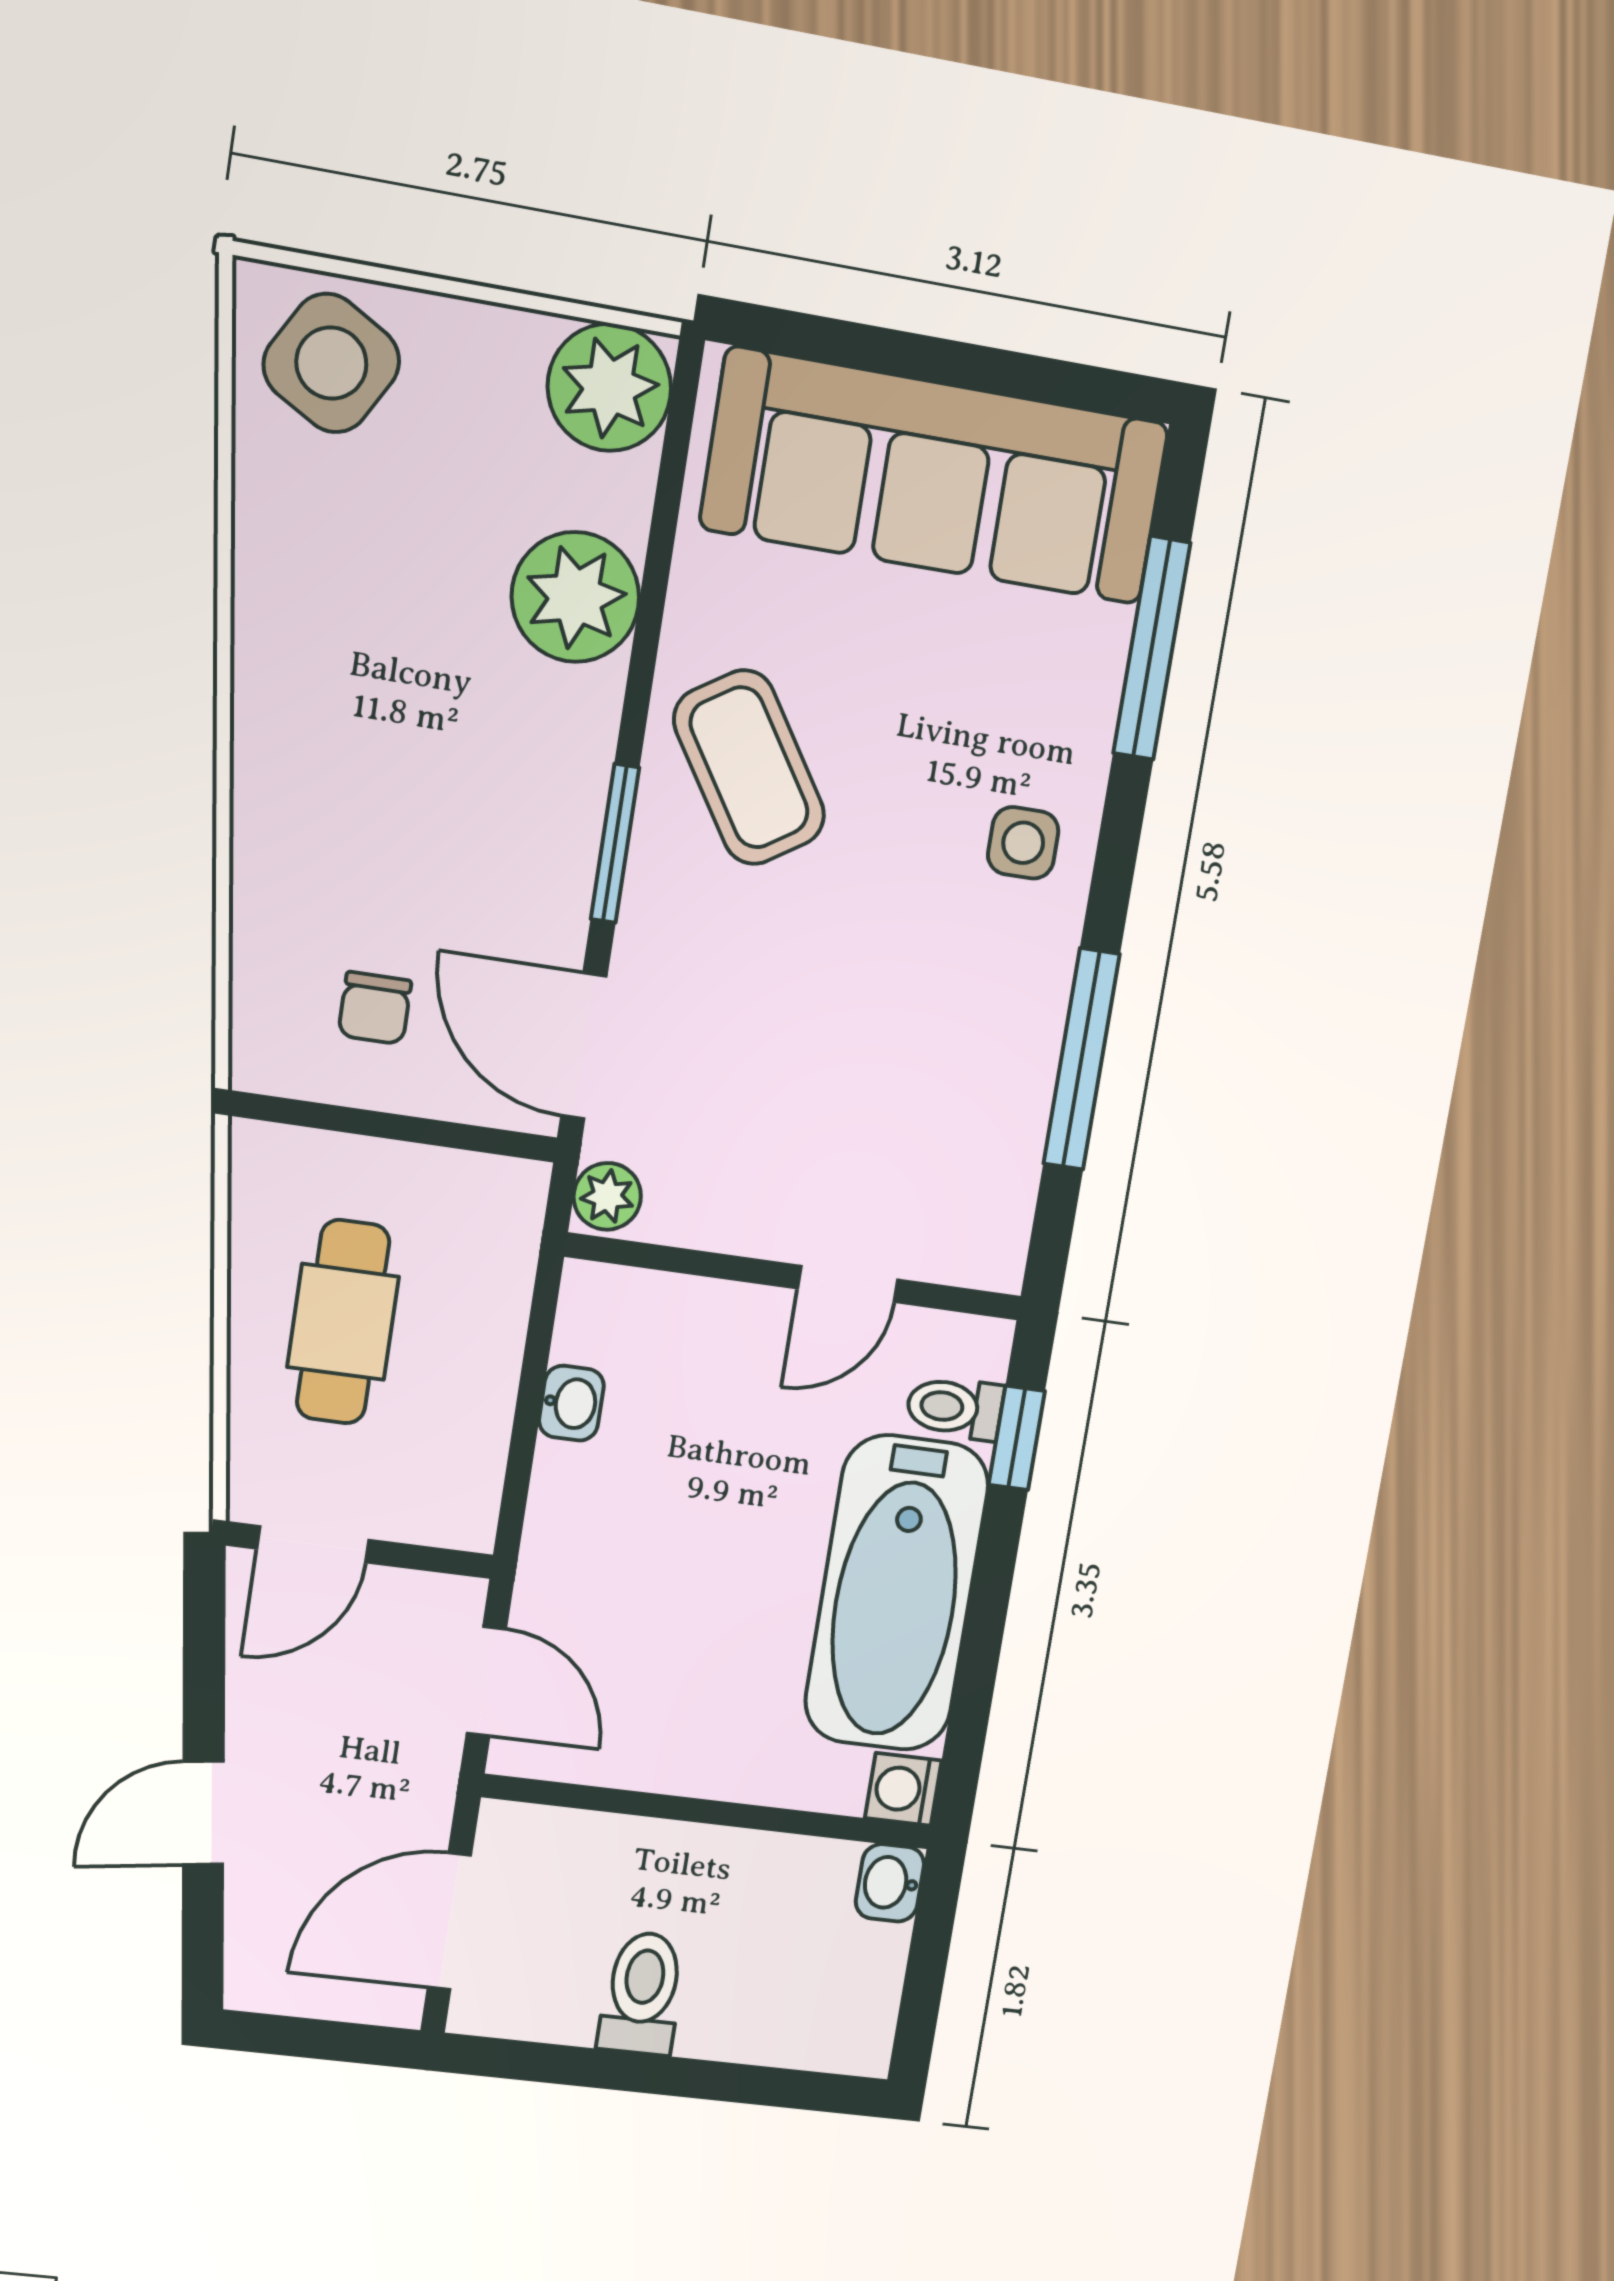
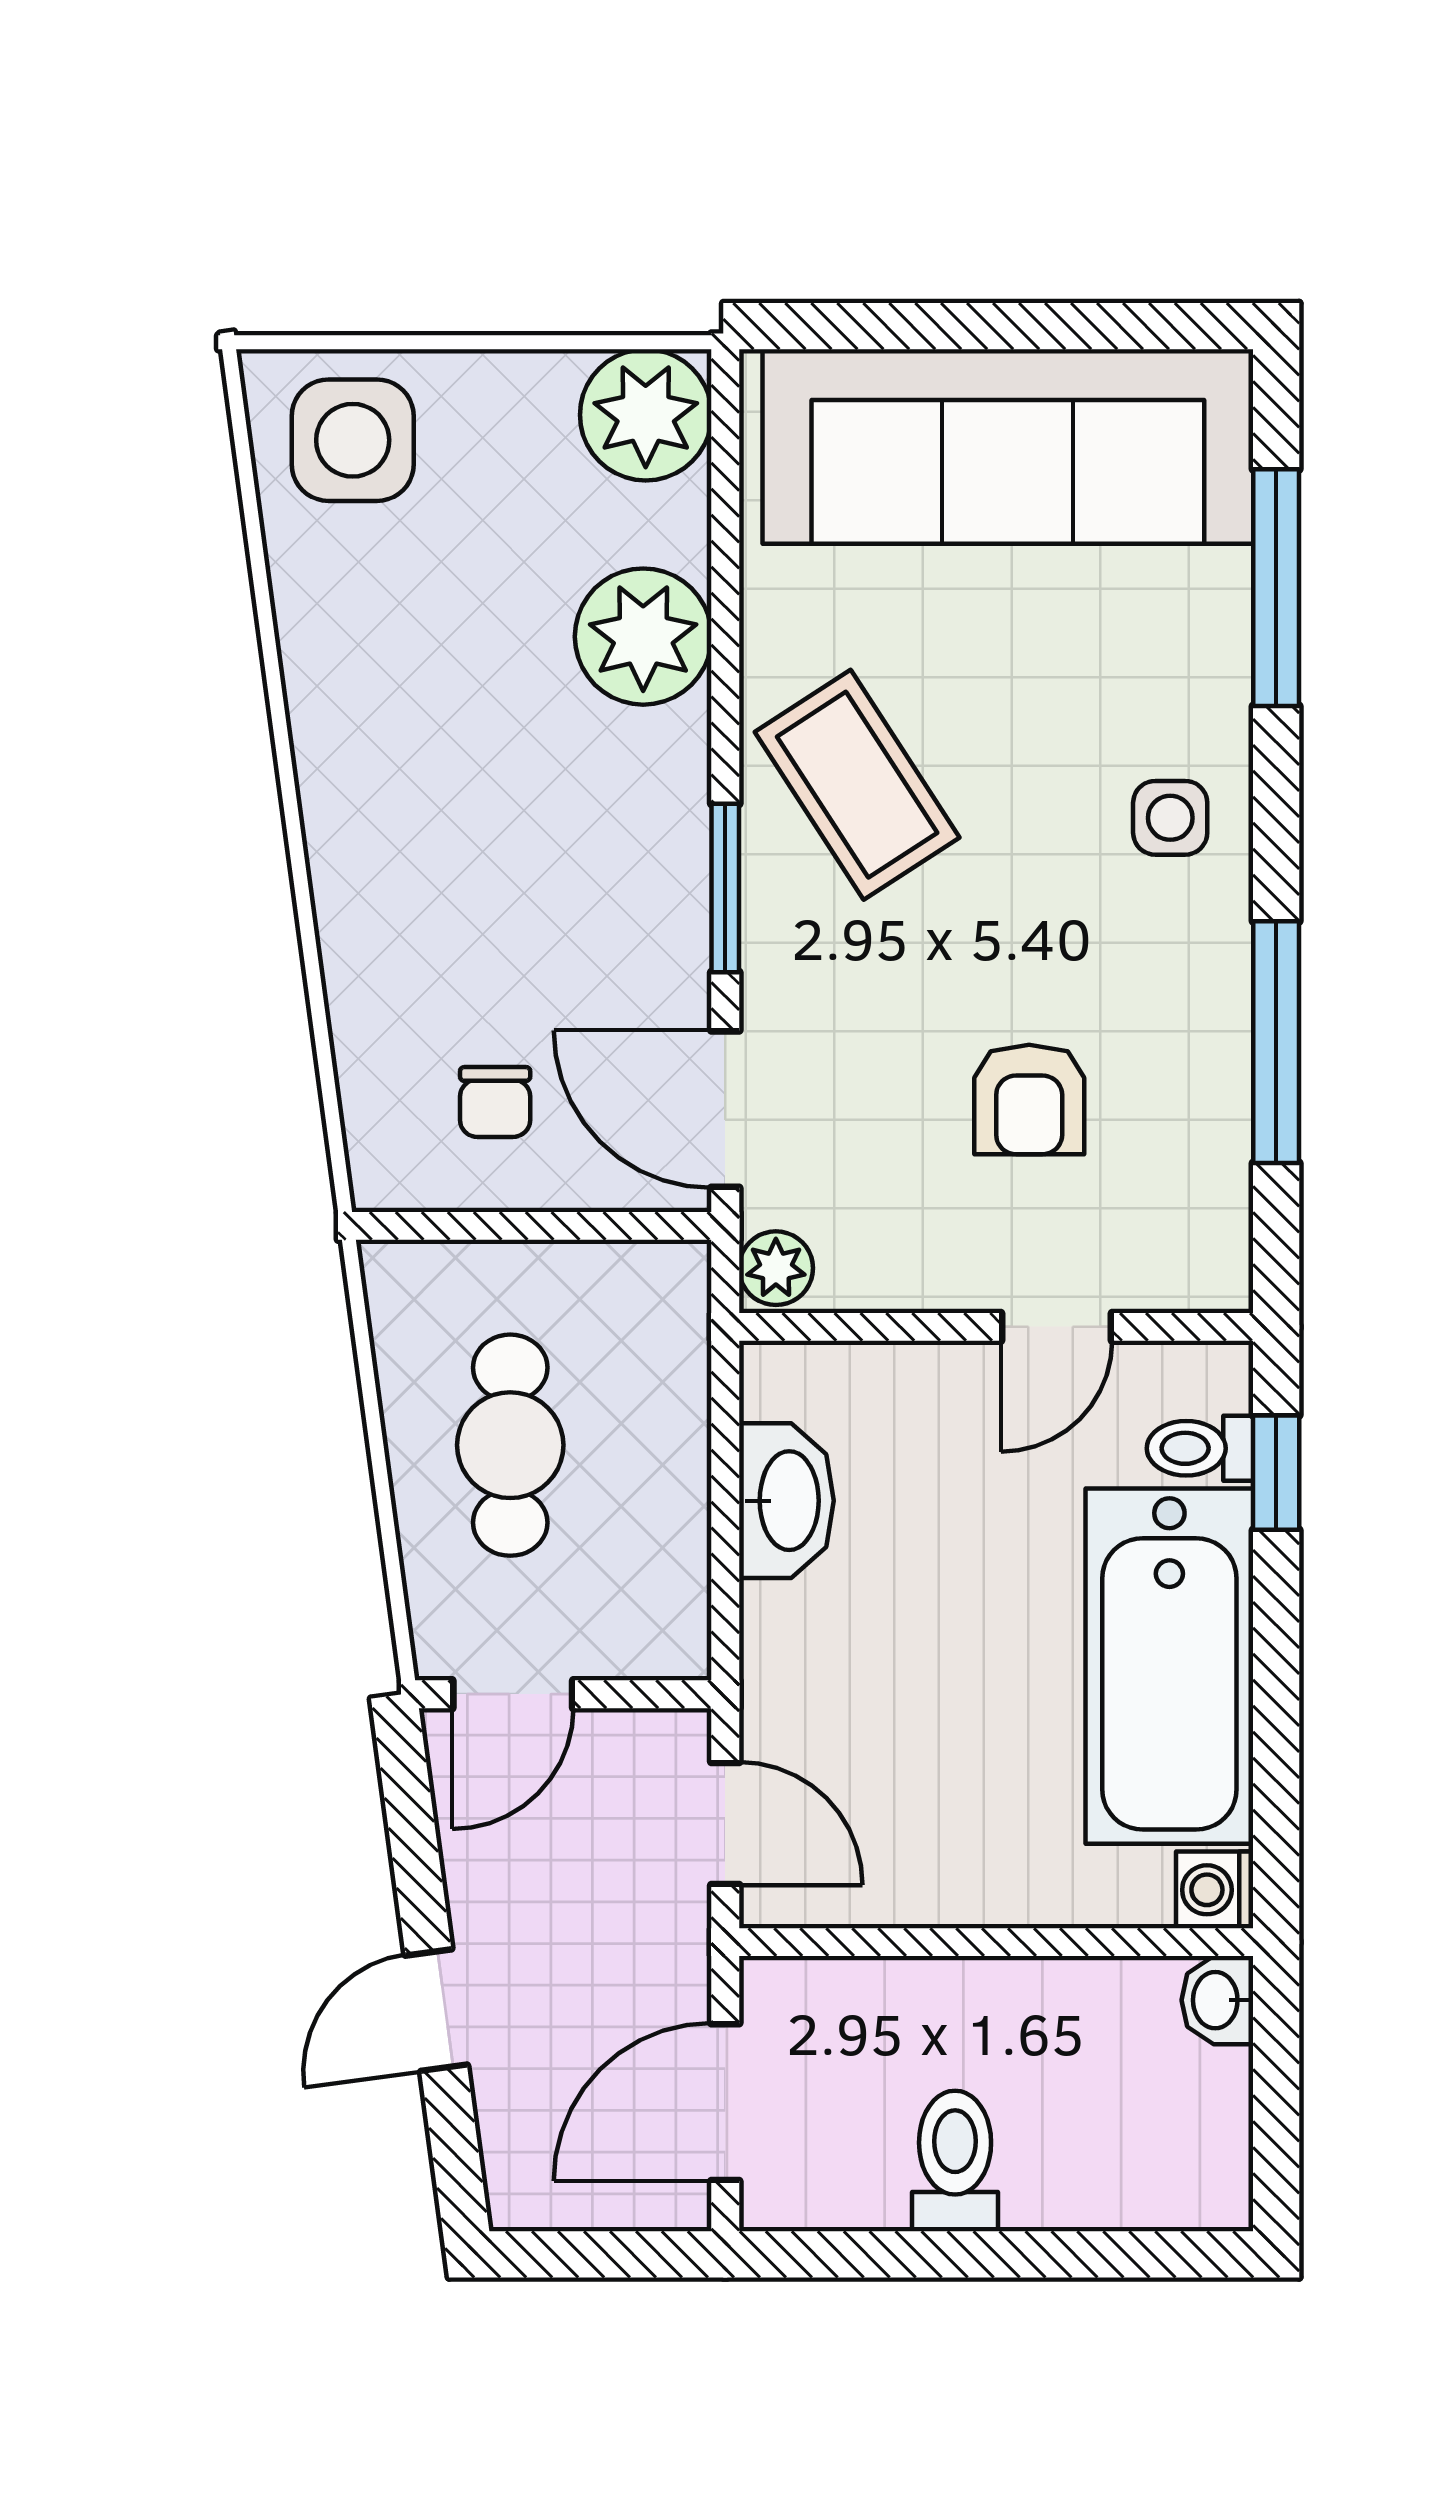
side table: (331, 363) -> (353, 440), turned -30
armchair: (857, 1078) -> (1029, 1100), added
washbasin: (571, 1403) -> (786, 1501), width x1.91, depth x1.45

